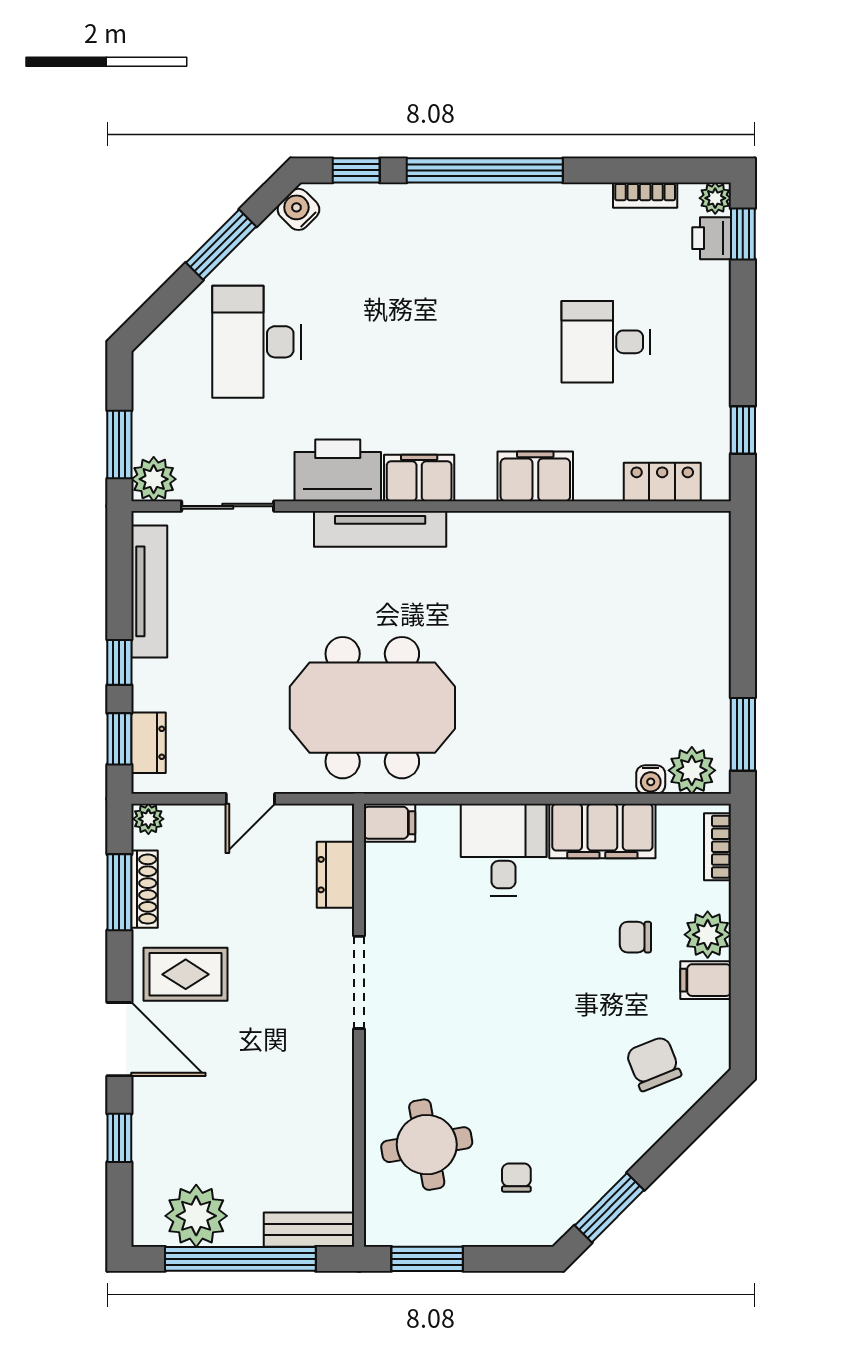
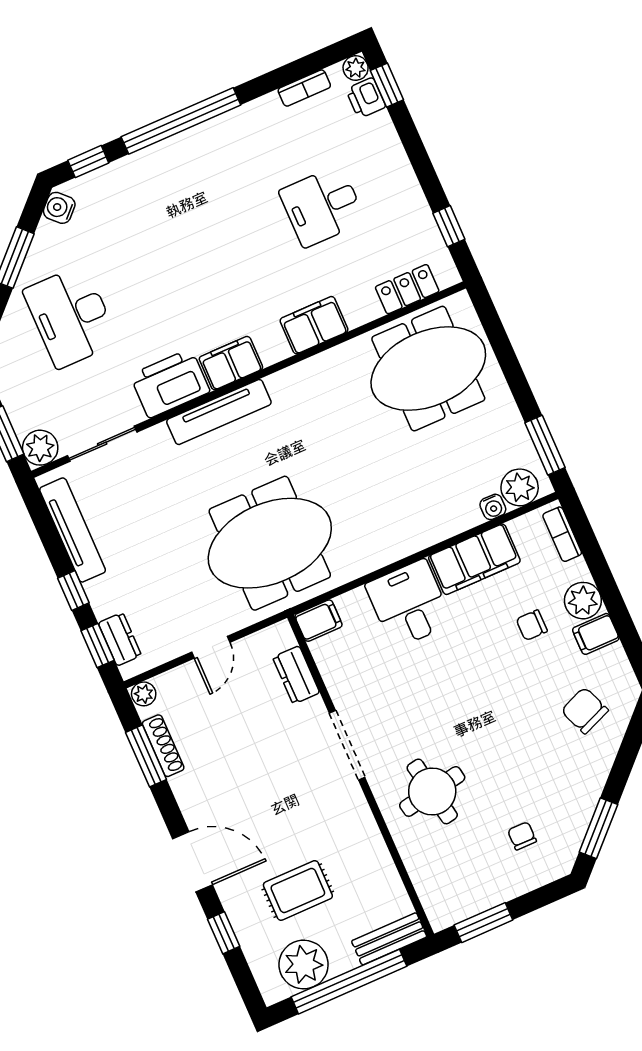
meeting table: (646, 585) -> (428, 369), added
rug: (186, 974) -> (298, 890), moved
round table: (427, 1145) -> (432, 791), moved

